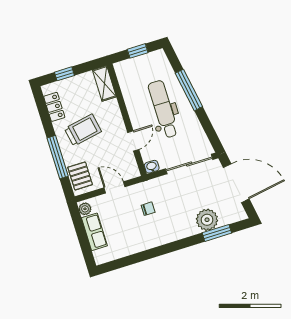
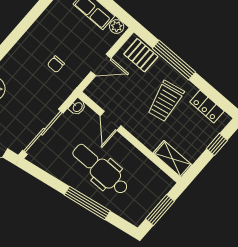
window: (138, 51) -> (160, 210), width x1.50
dental chair: (163, 109) -> (100, 169), turned 180

